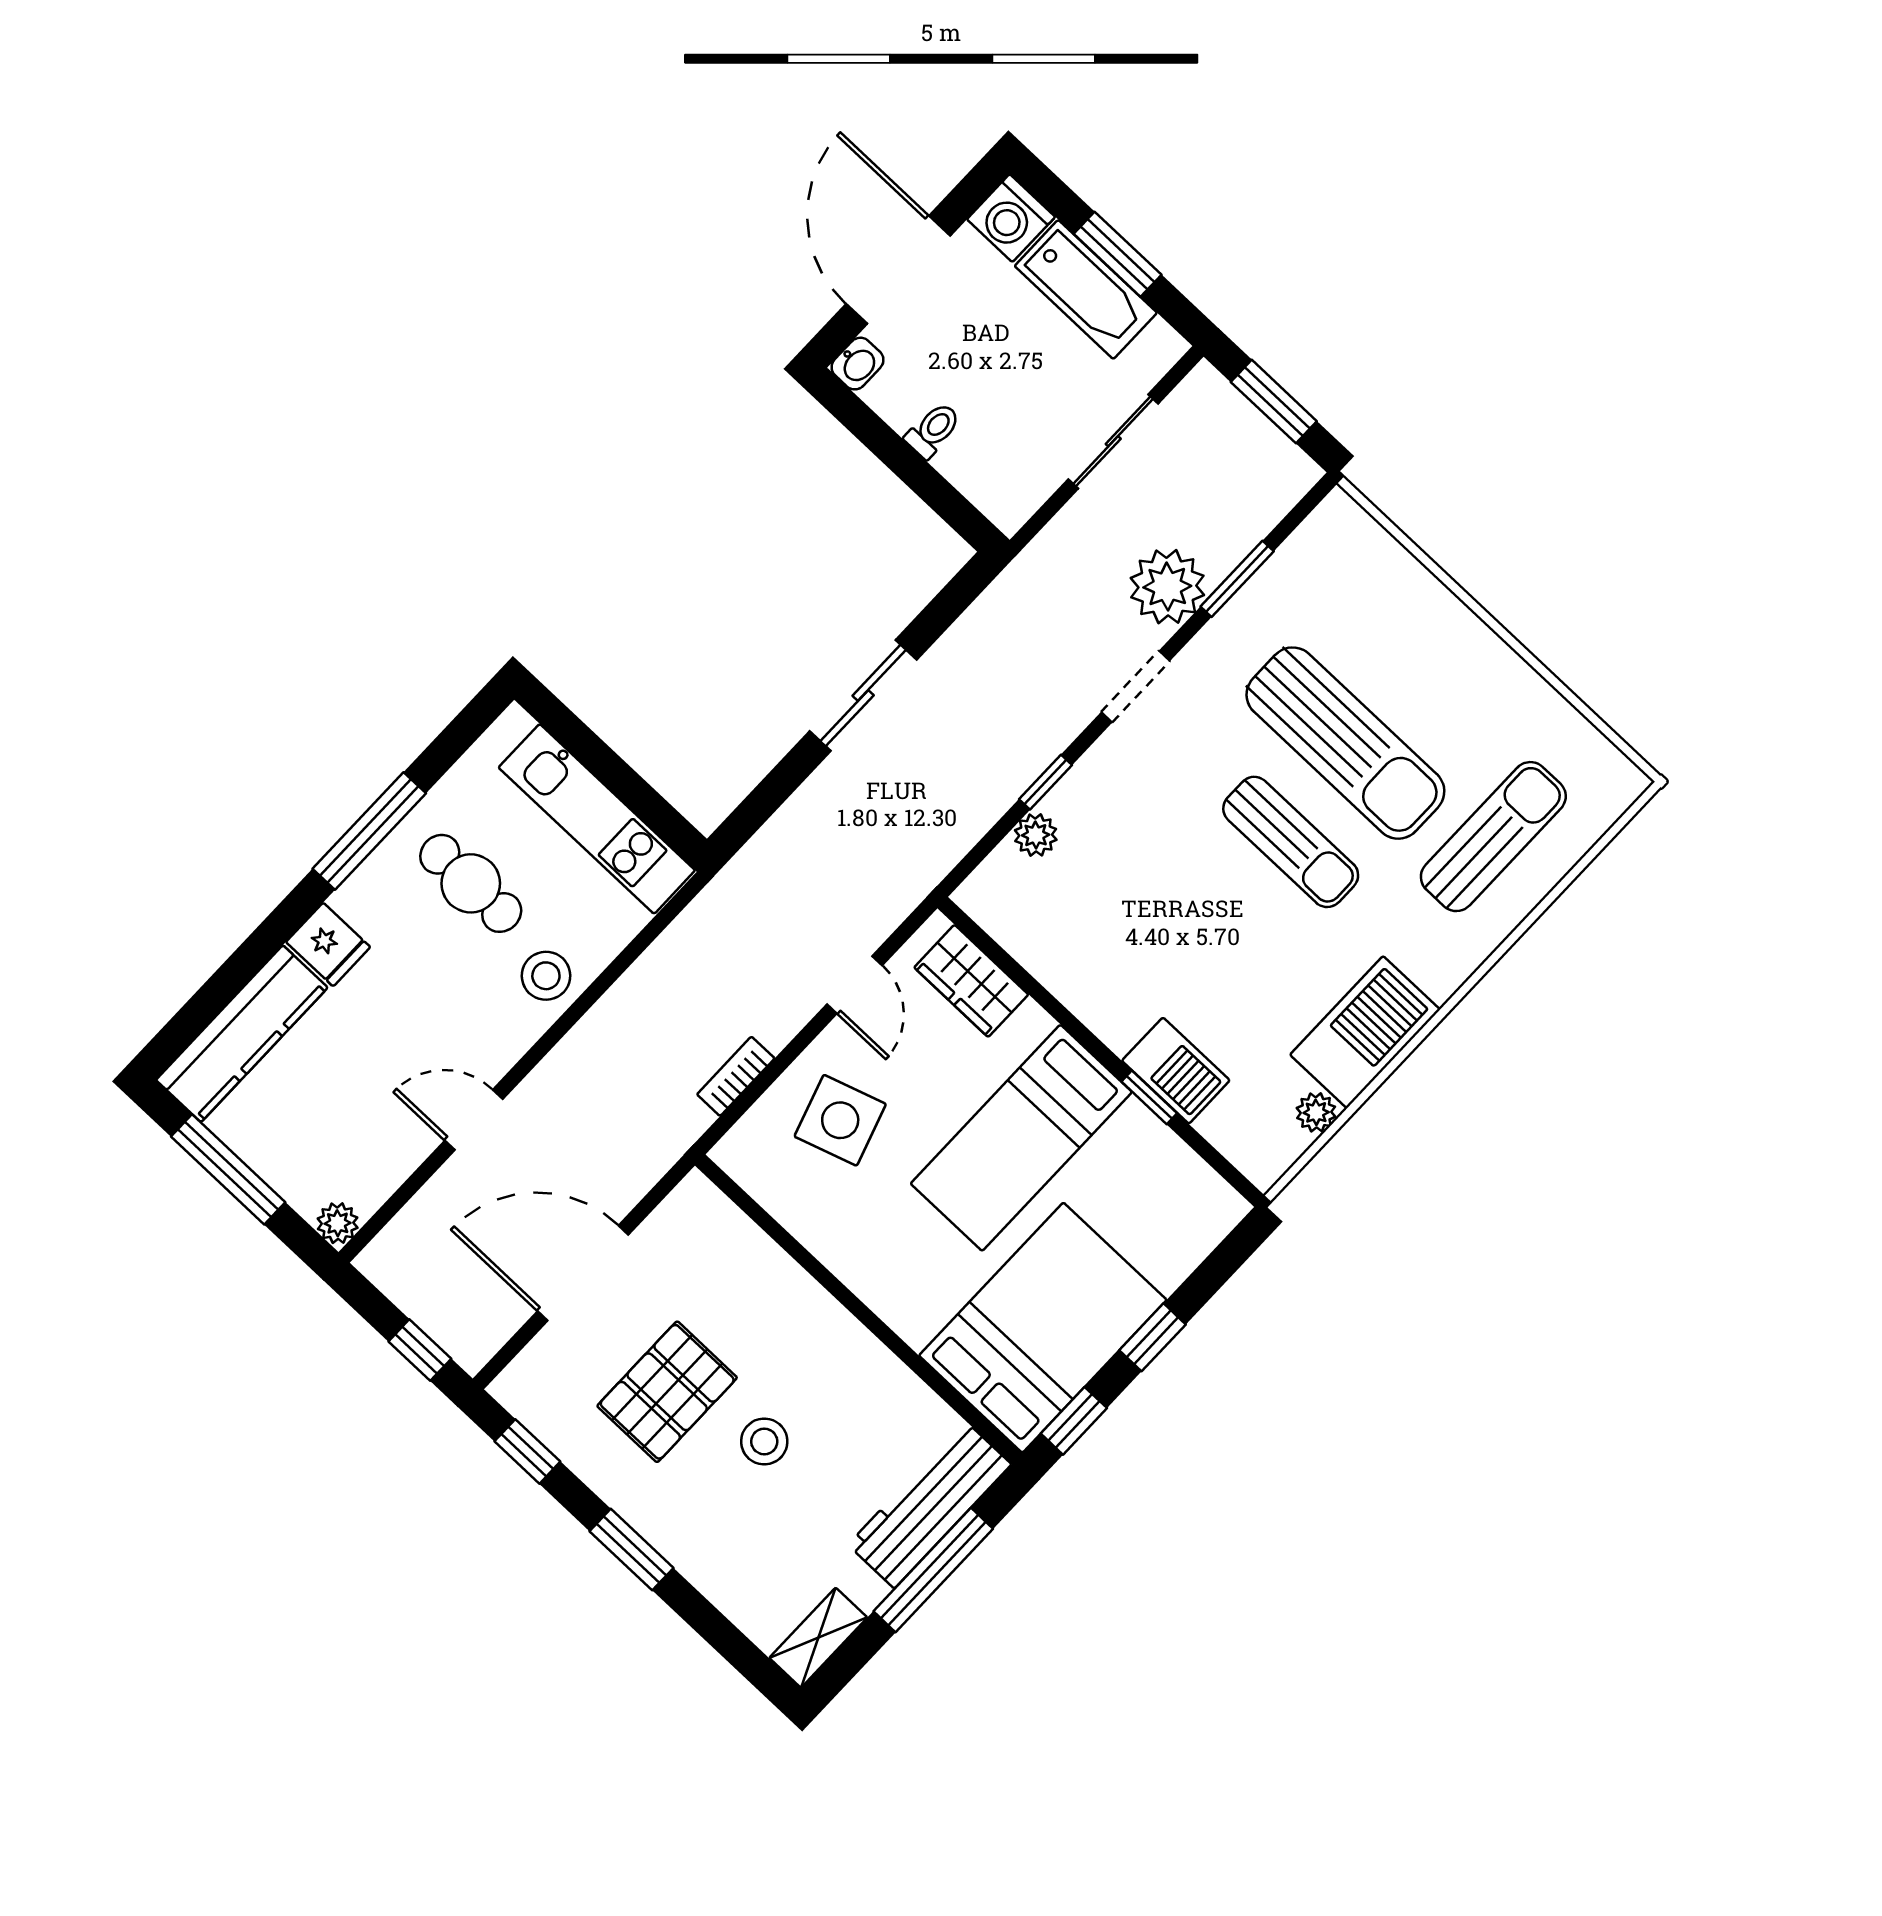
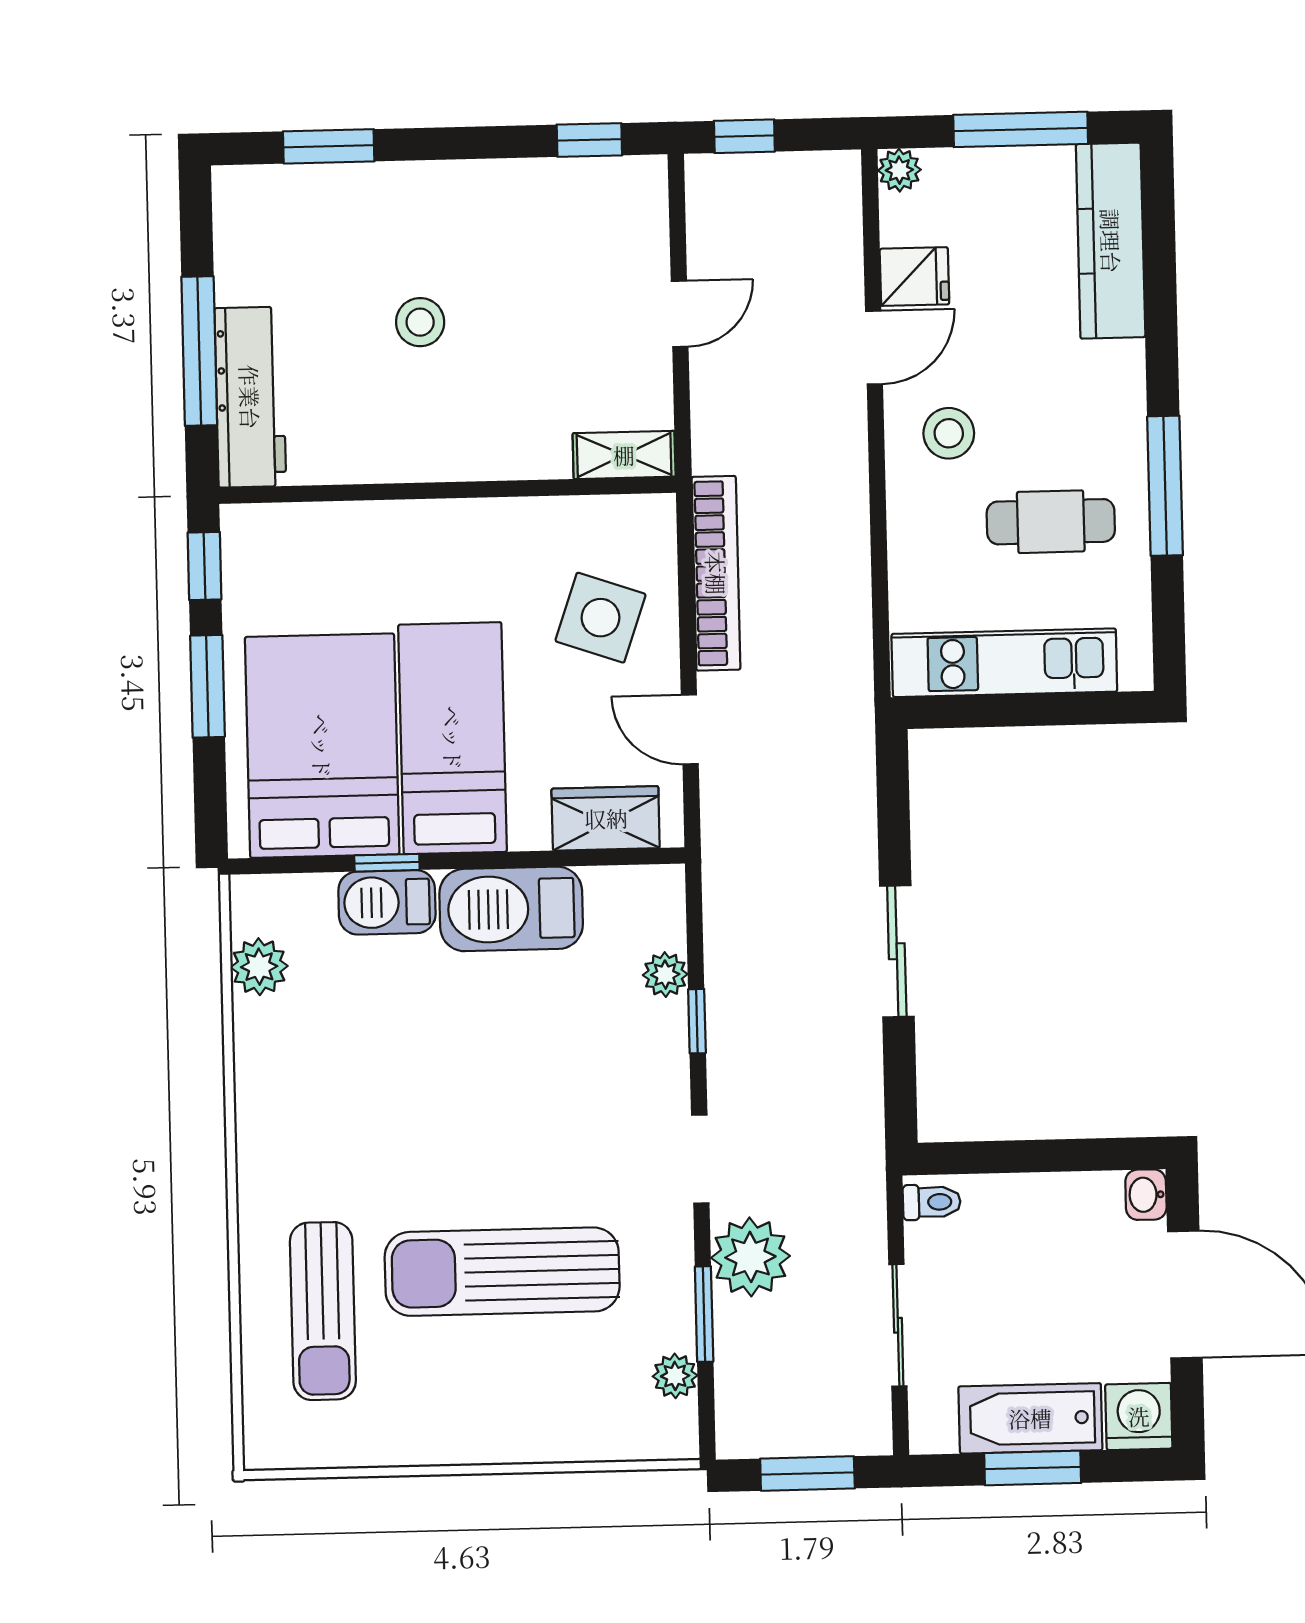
toilet: (933, 430) -> (932, 1202), moved, turned -90
plant: (1298, 556) -> (675, 1376), added
sun lounger: (1291, 842) -> (470, 1158), removed
fridge: (328, 945) -> (914, 277), moved, turned 180
stool: (546, 976) -> (949, 433), moved
barbecue: (1365, 1032) -> (511, 909), moved, turned 90
bookcase: (736, 1076) -> (716, 573), width x2.31, depth x1.31
plant: (1316, 1112) -> (259, 967), width x1.38, depth x1.38
side table: (840, 1120) -> (601, 618), turned 37
door: (583, 1273) -> (680, 314), width x0.53
bed: (1043, 1328) -> (322, 746), moved, turned 180
window: (1153, 1337) -> (207, 686), width x1.50
pallet: (667, 1392) -> (529, 288), removed
window: (632, 1550) -> (329, 146), moved
shelving: (818, 1638) -> (624, 455), moved, turned 90

